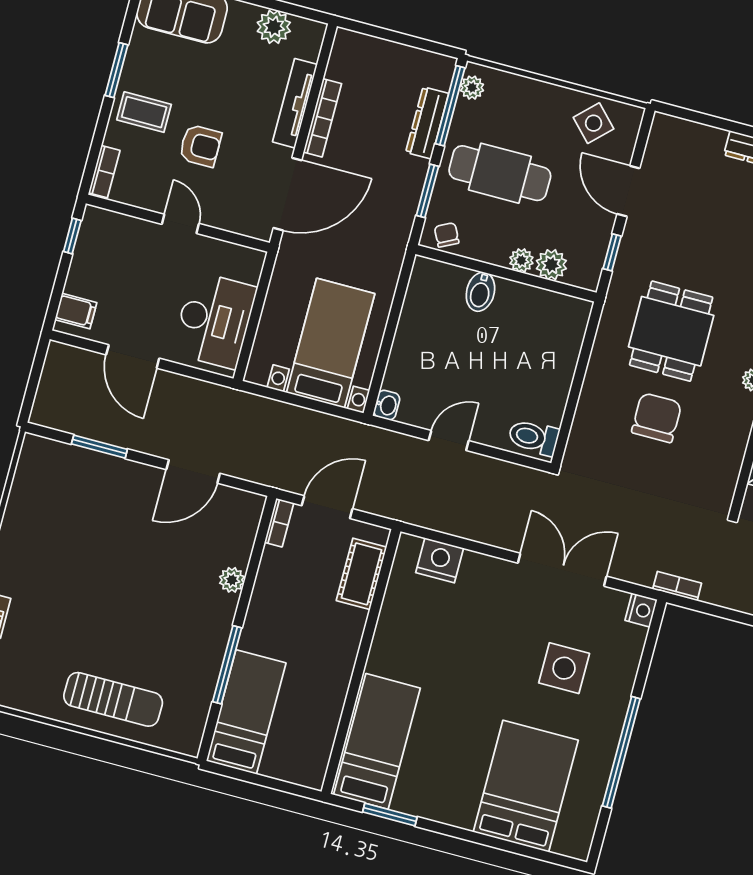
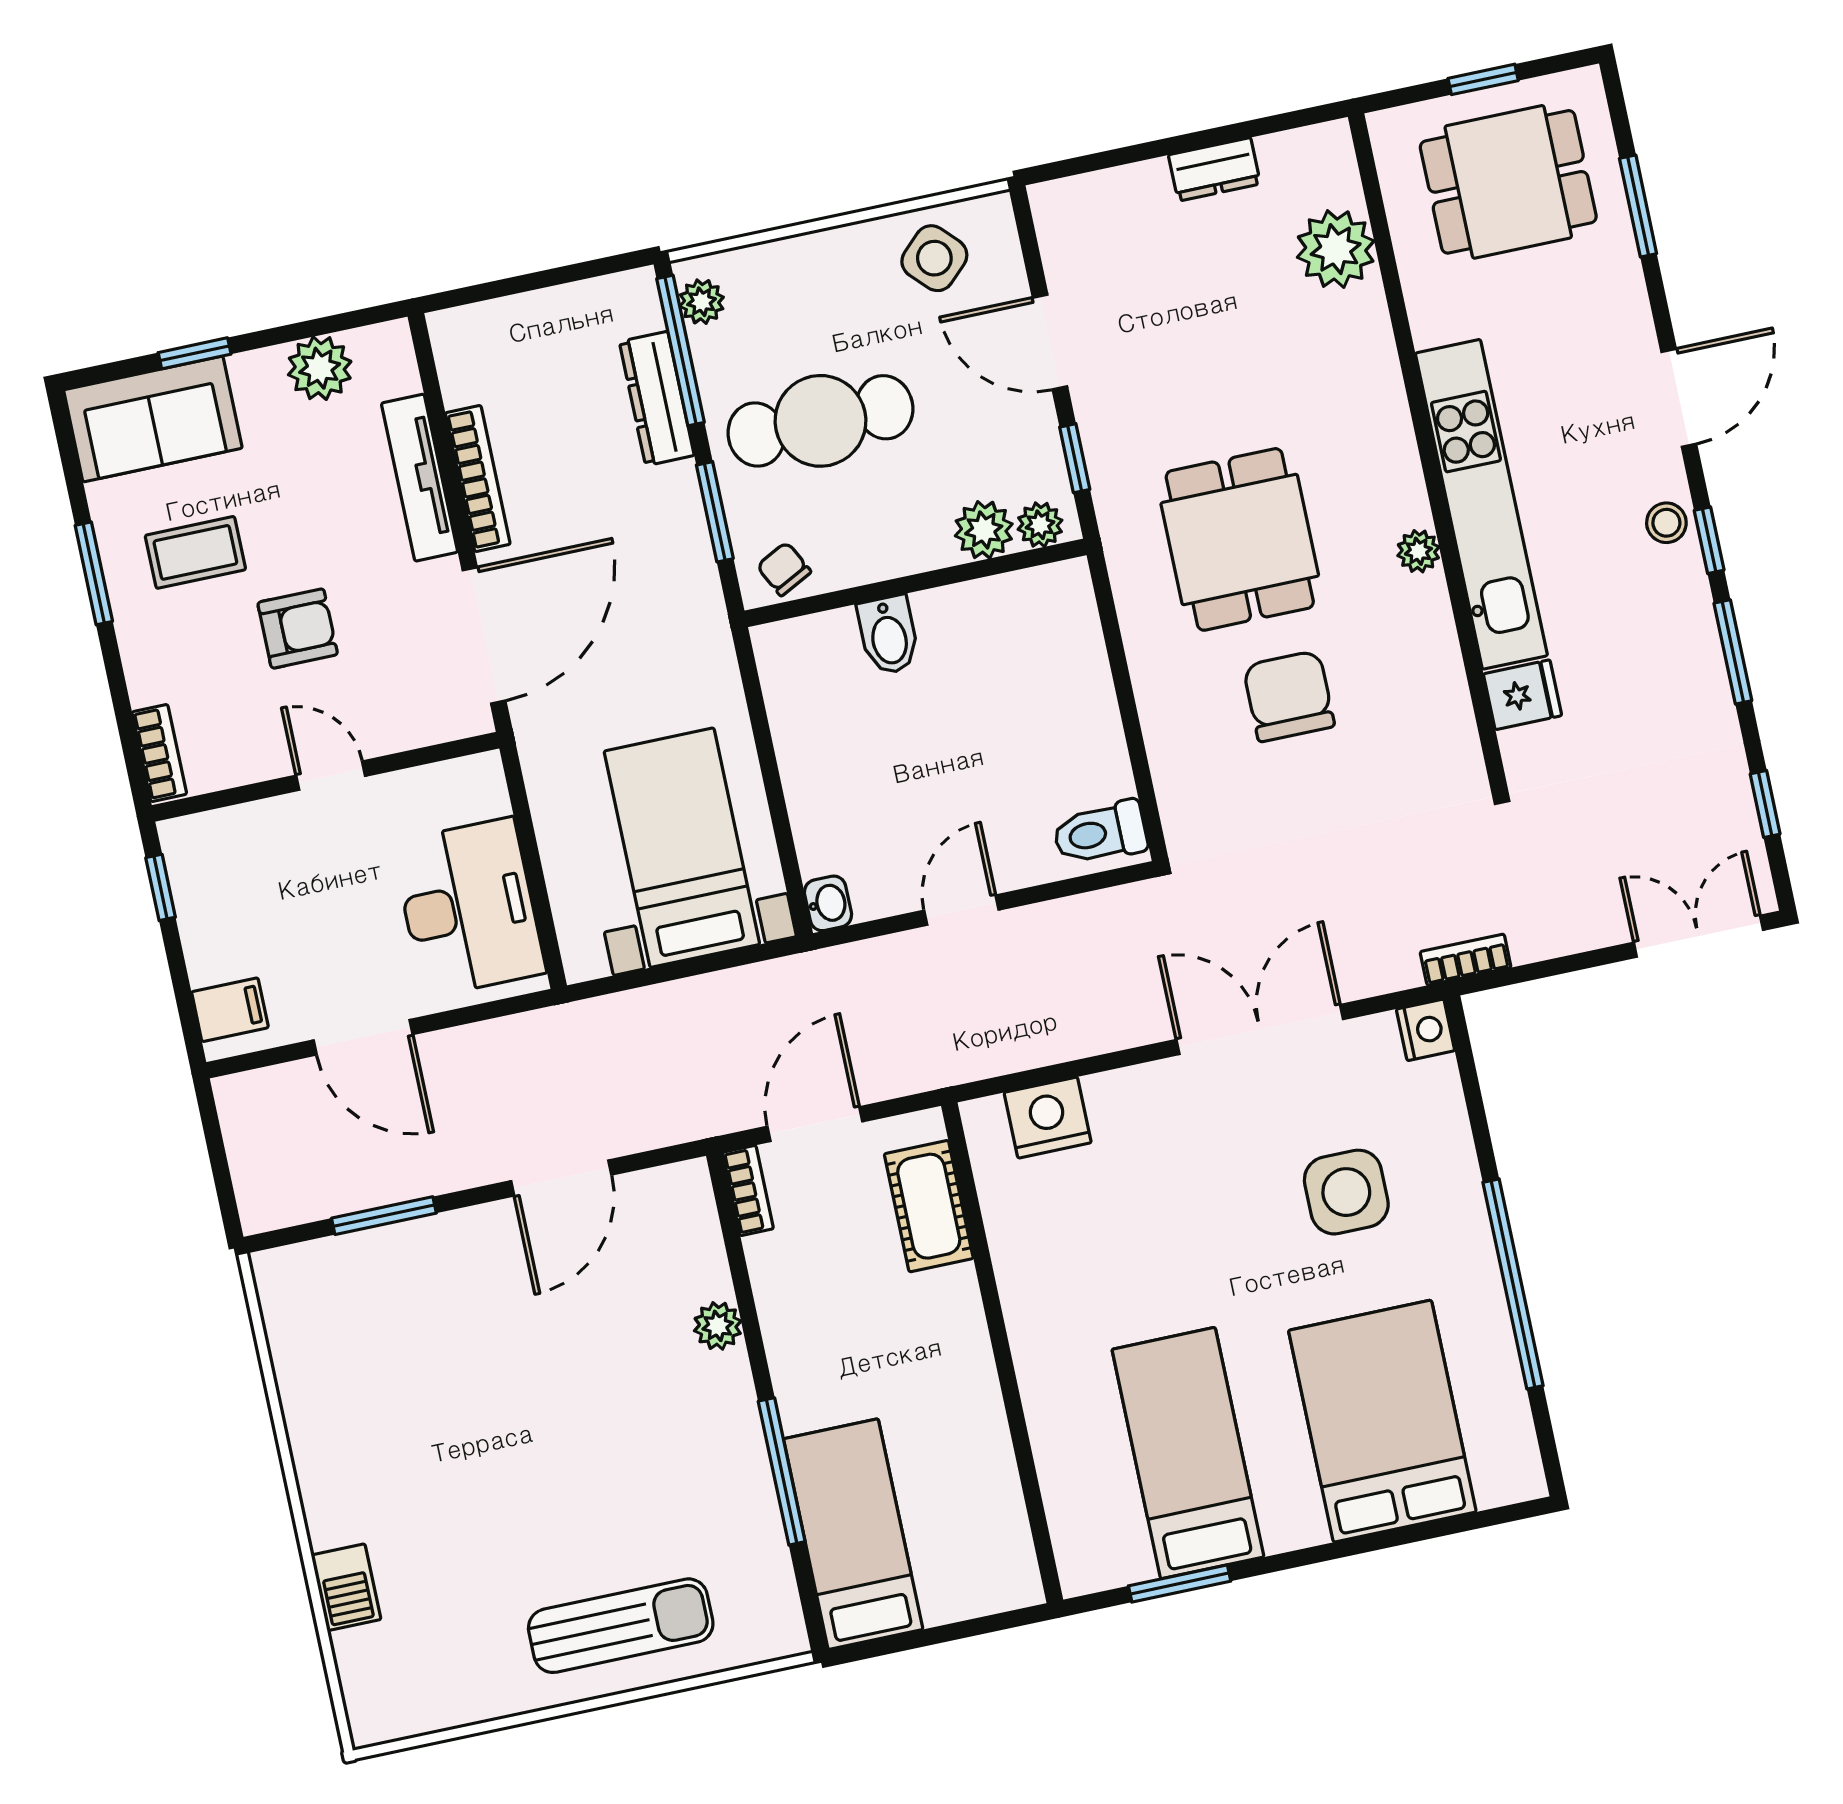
coffee table: (144, 112) -> (195, 552), moved
plant: (521, 260) -> (1040, 525), moved
bed: (377, 741) -> (1188, 1453), moved

